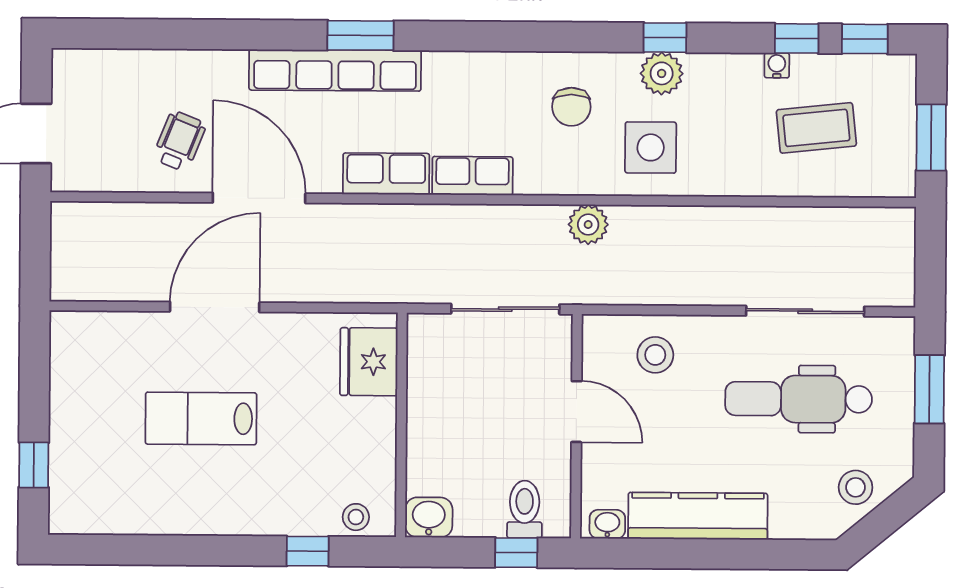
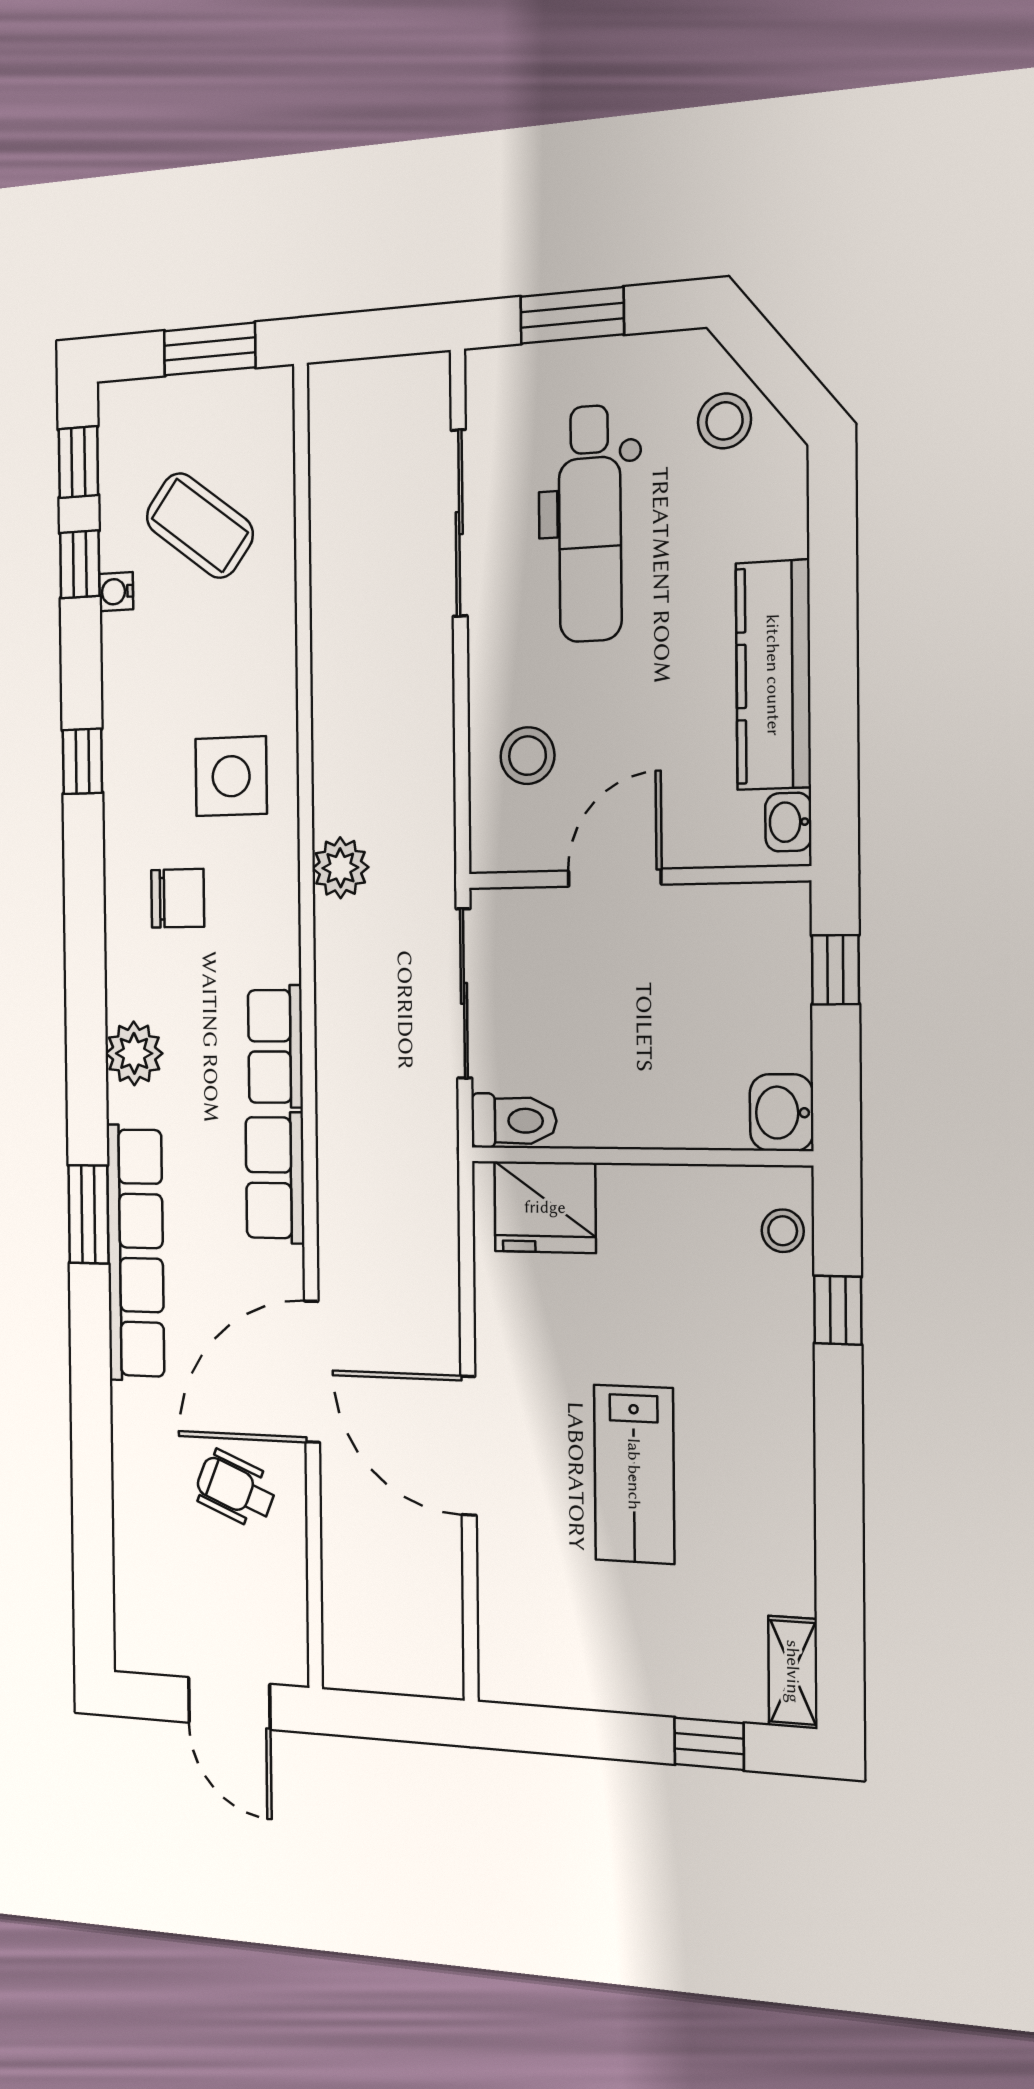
plant: (662, 73) -> (134, 1053), moved
coffee table: (816, 128) -> (200, 525), turned -47
toilet: (525, 509) -> (514, 1121), moved, turned 180
shelving: (82, 520) -> (793, 1672), added

